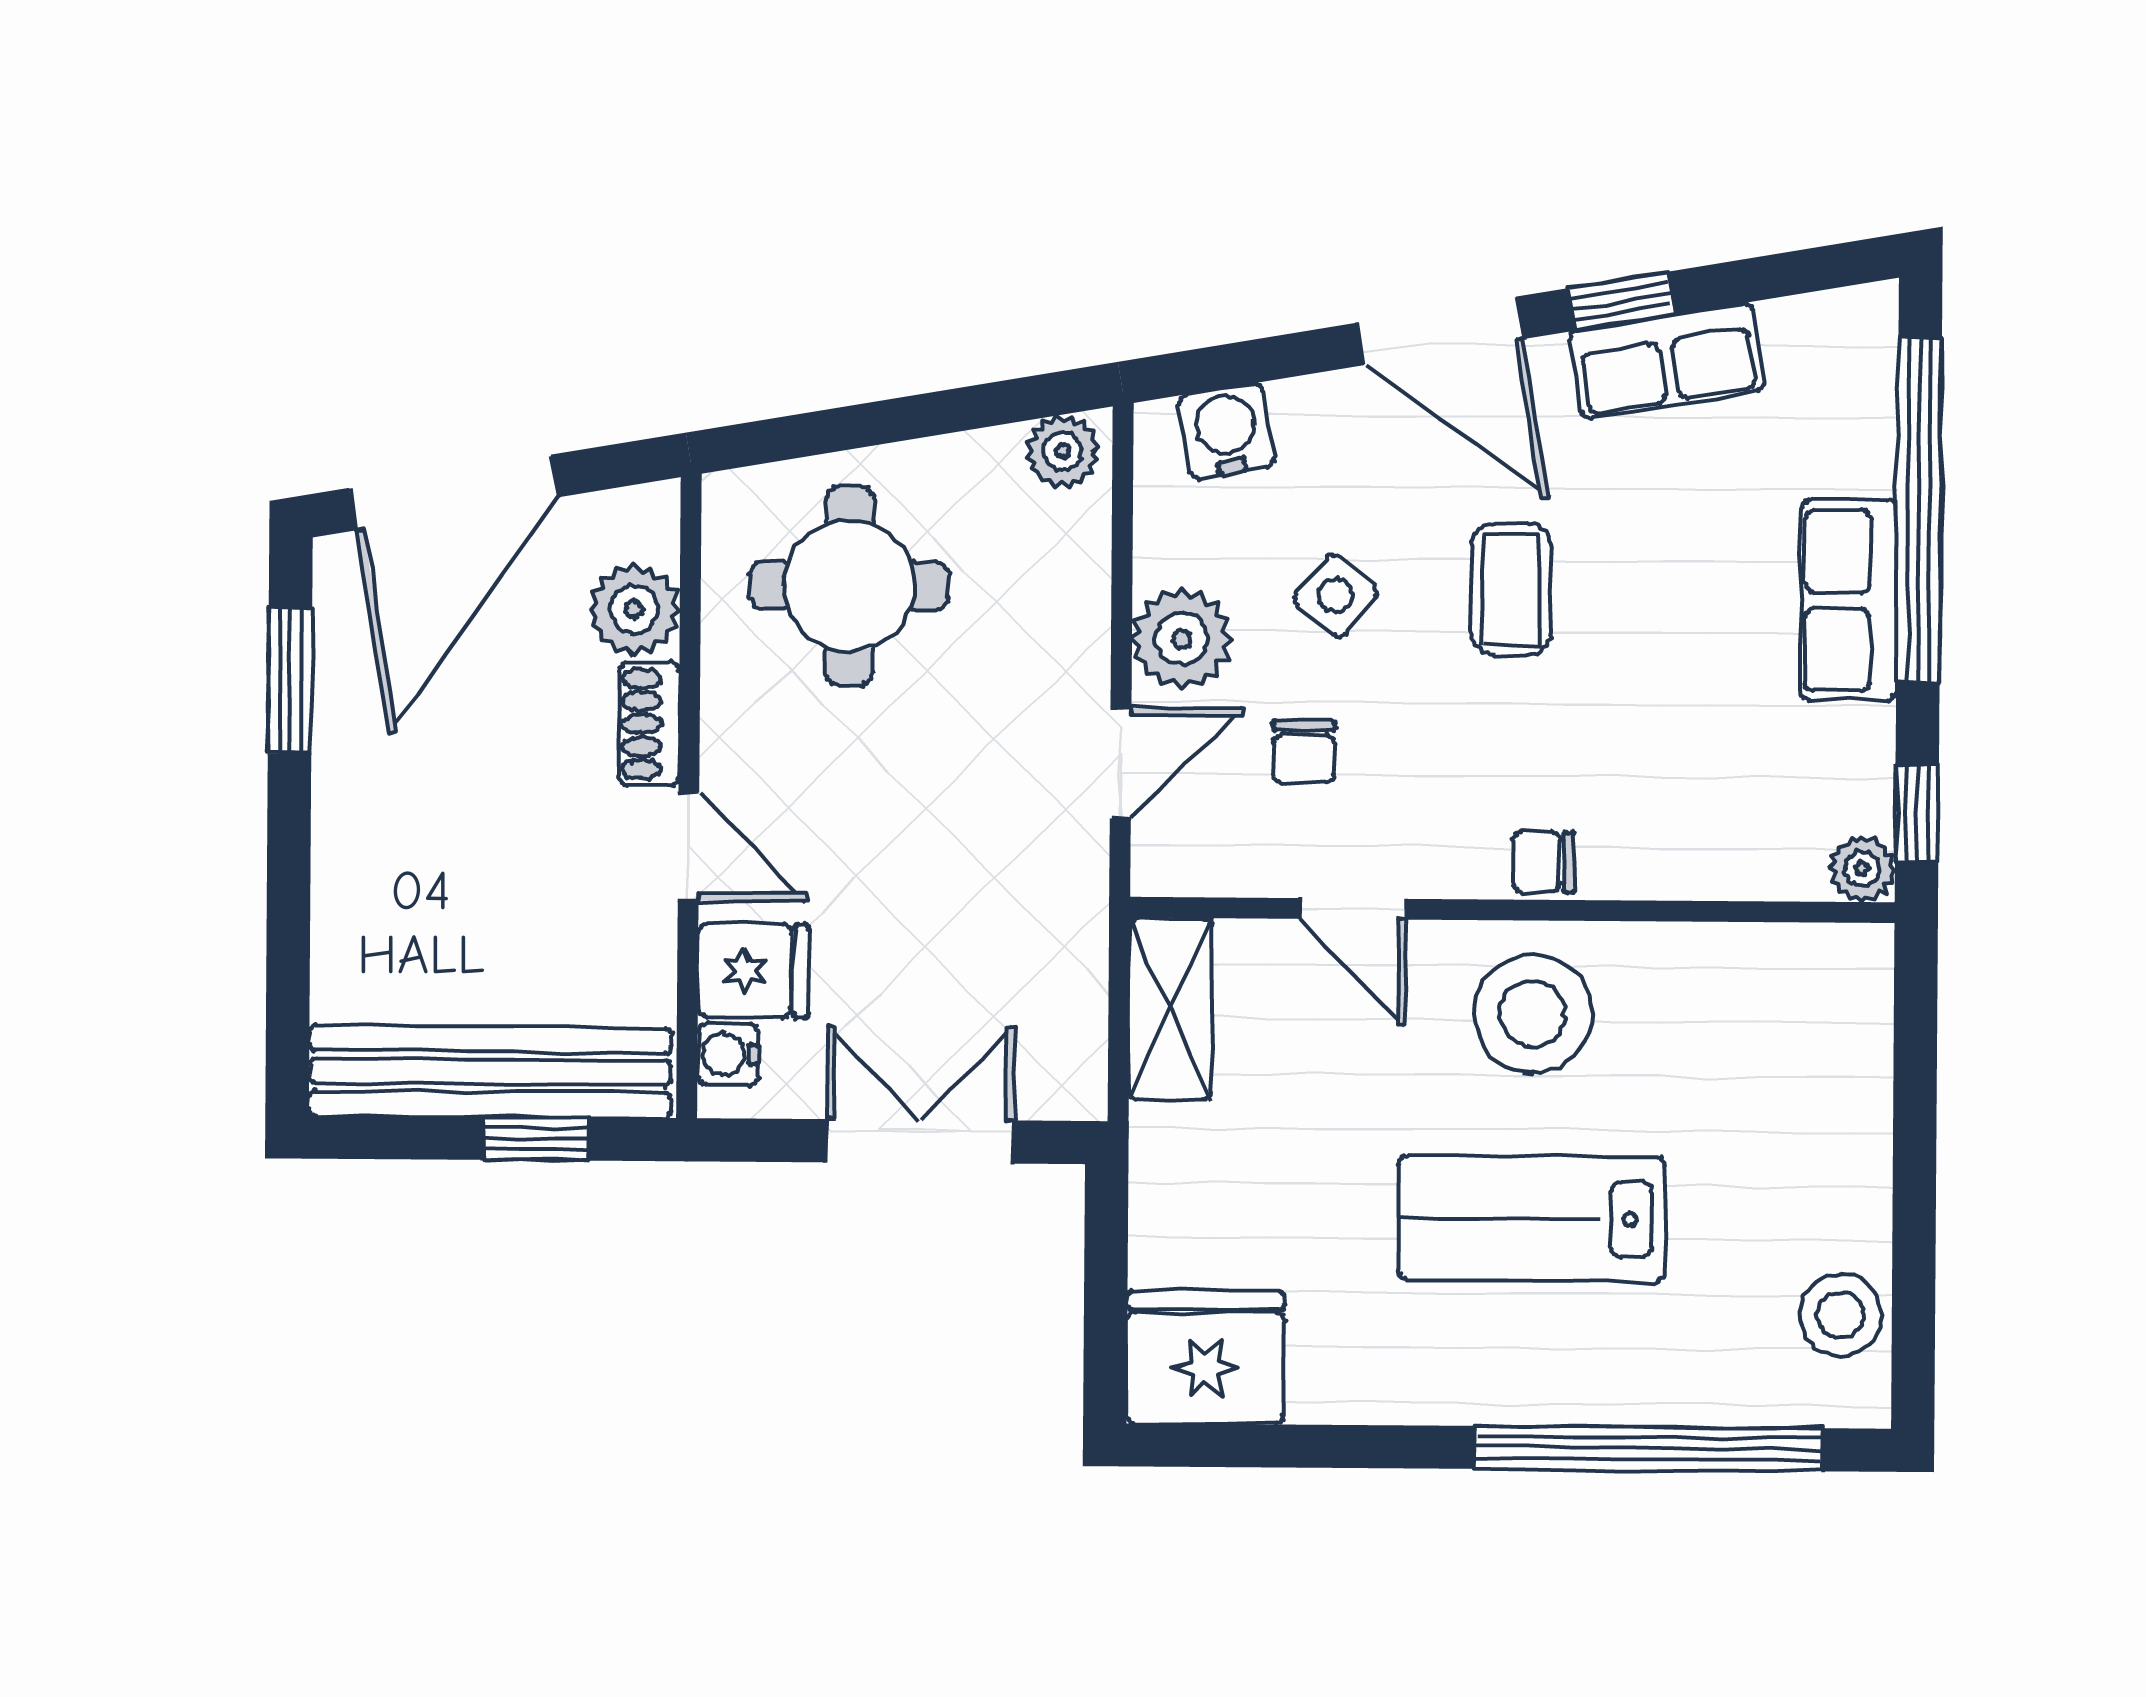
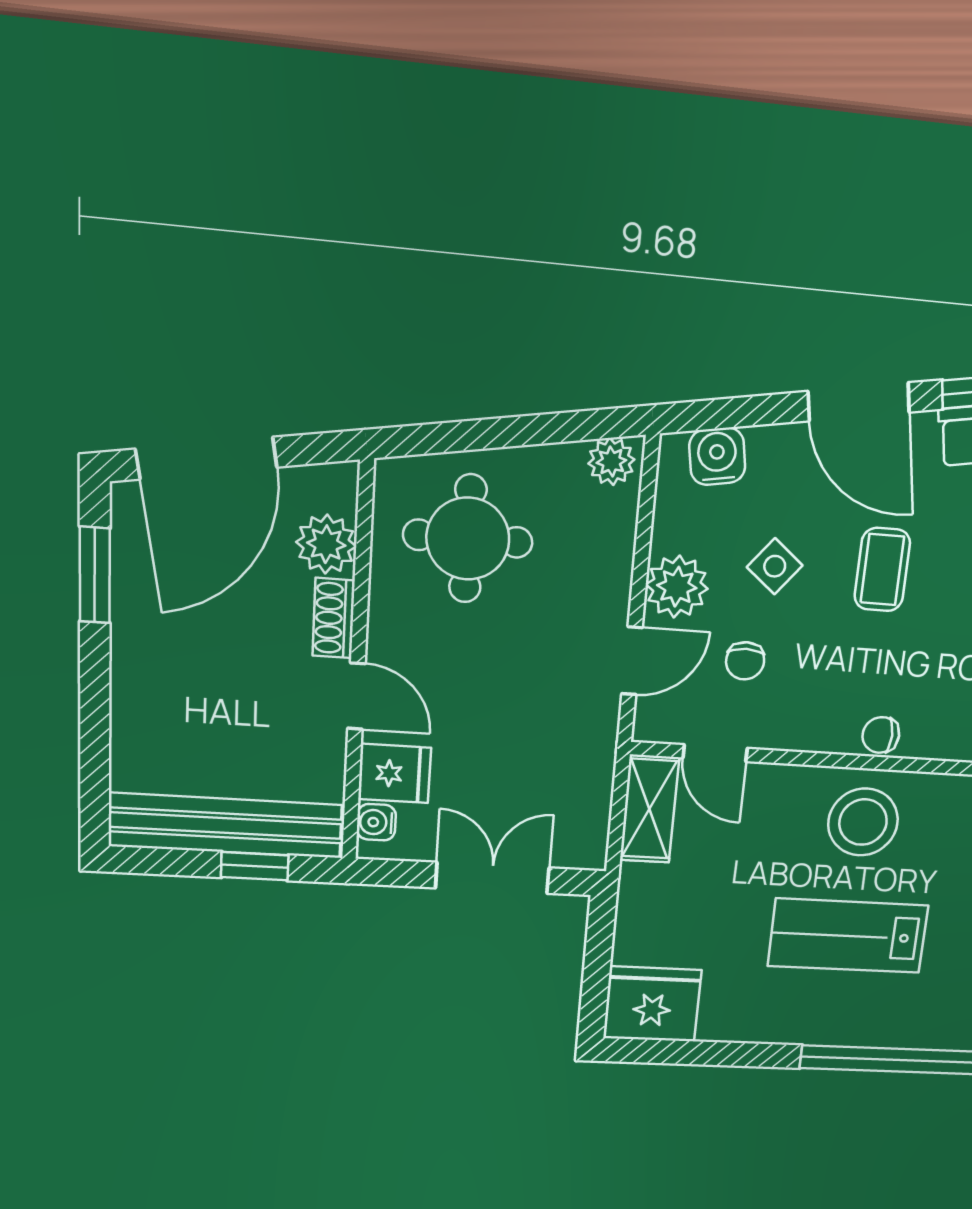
door: (1353, 909) -> (715, 753), moved

